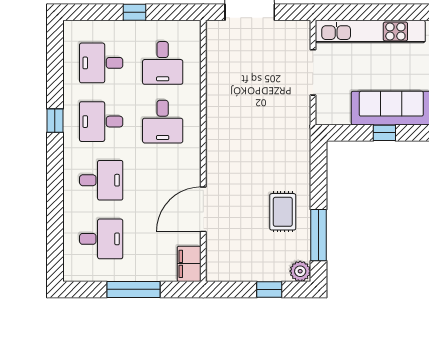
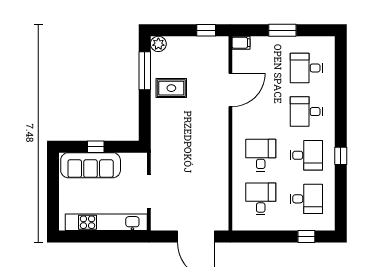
window: (134, 12) -> (306, 236), moved
rug: (283, 212) -> (171, 88), turned 90
filing cabinet: (189, 264) -> (241, 43), width x0.50
window: (133, 289) -> (282, 30), width x0.69
window: (269, 289) -> (206, 30), moved

